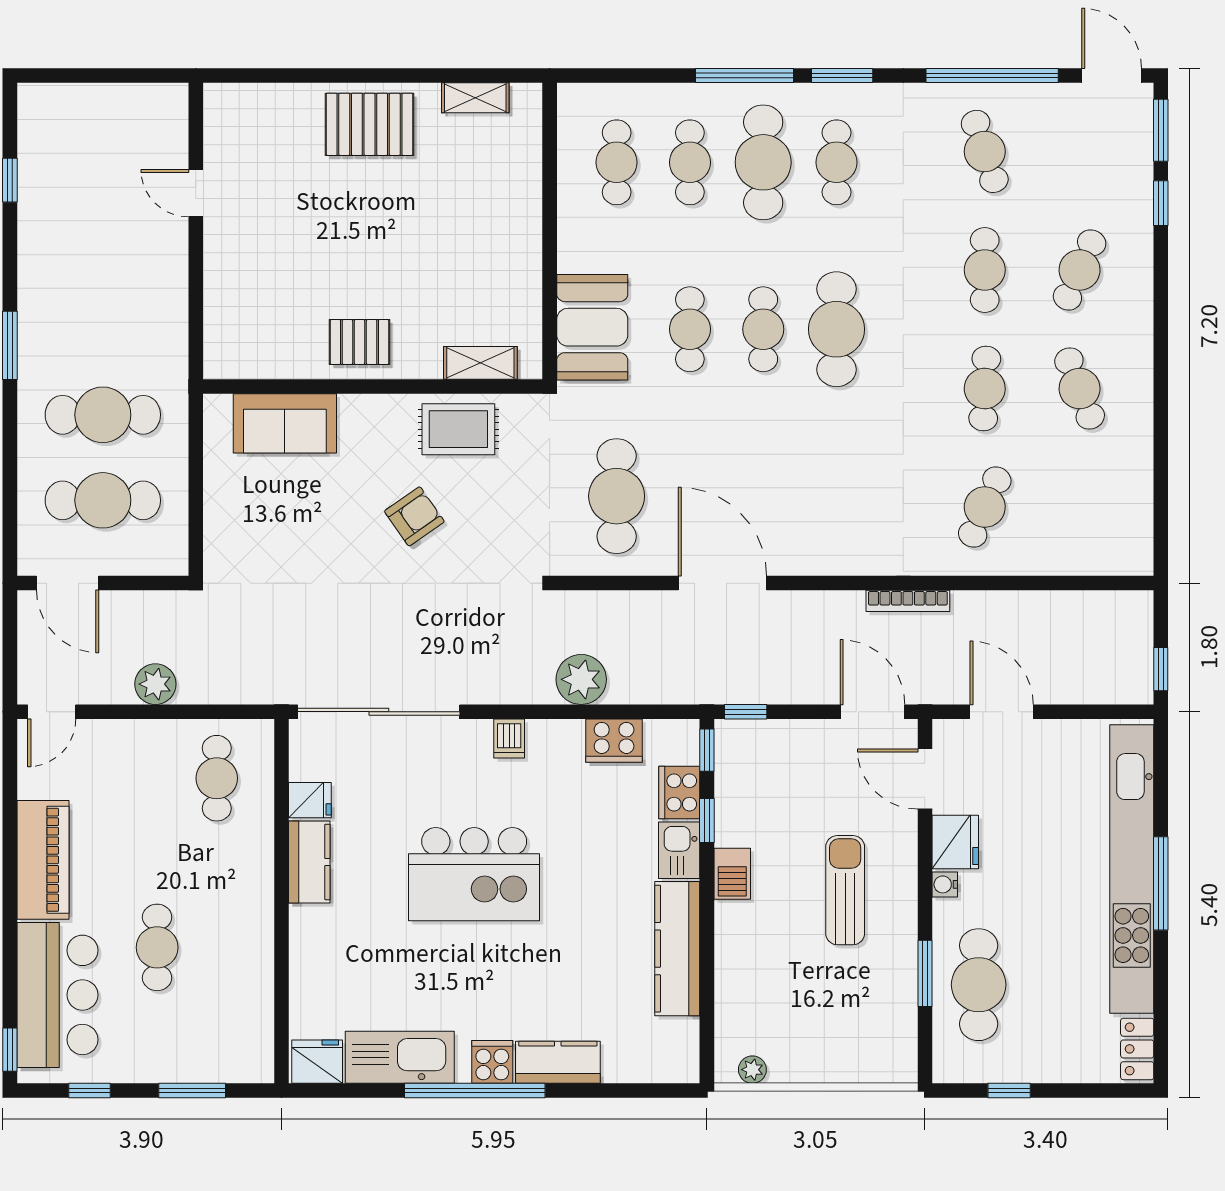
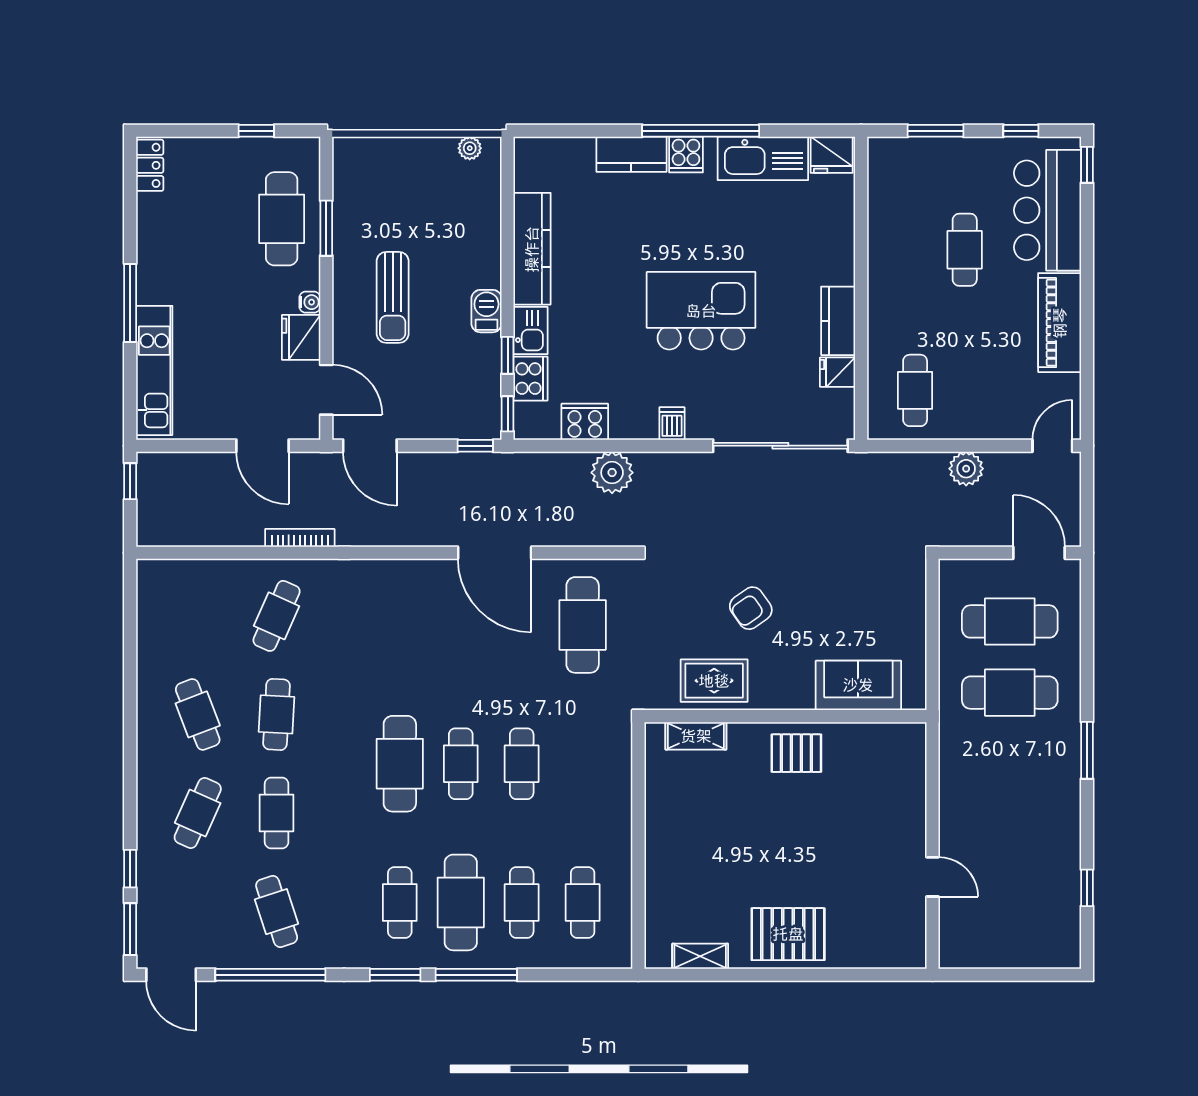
booth: (592, 327) -> (603, 765), removed
bookcase: (908, 601) -> (300, 538), moved
kitchen unit: (1132, 869) -> (154, 370), width x0.54

